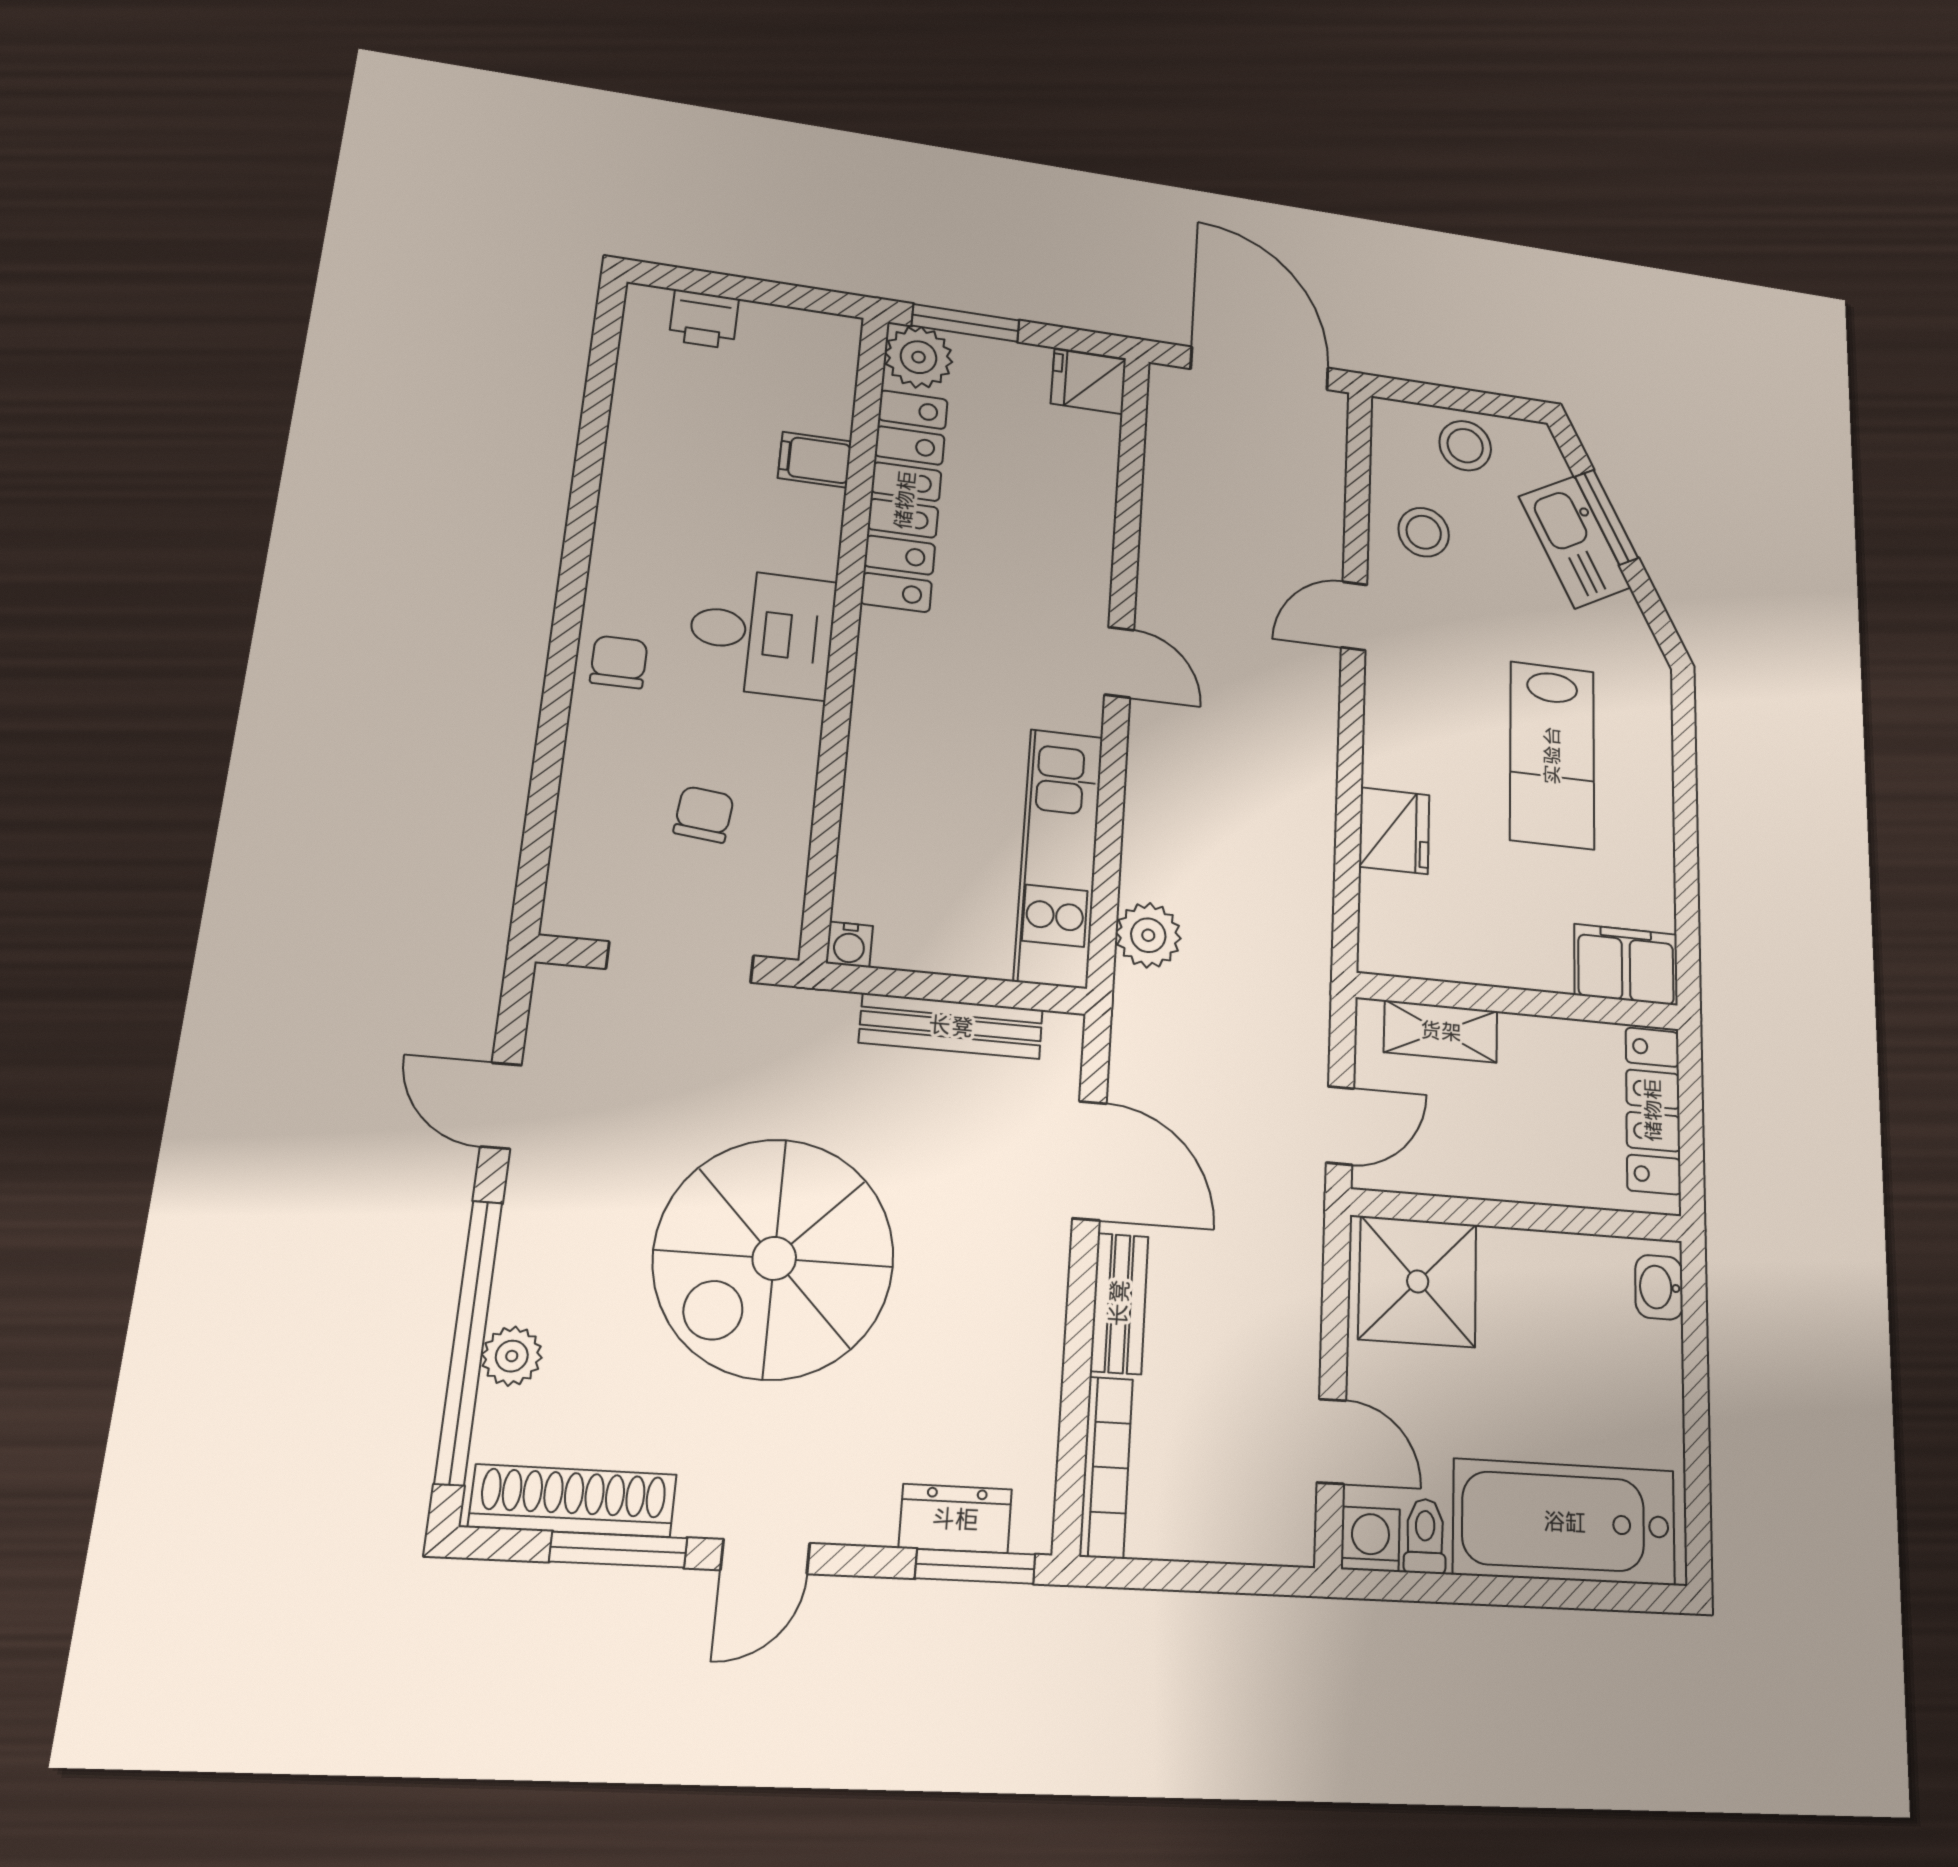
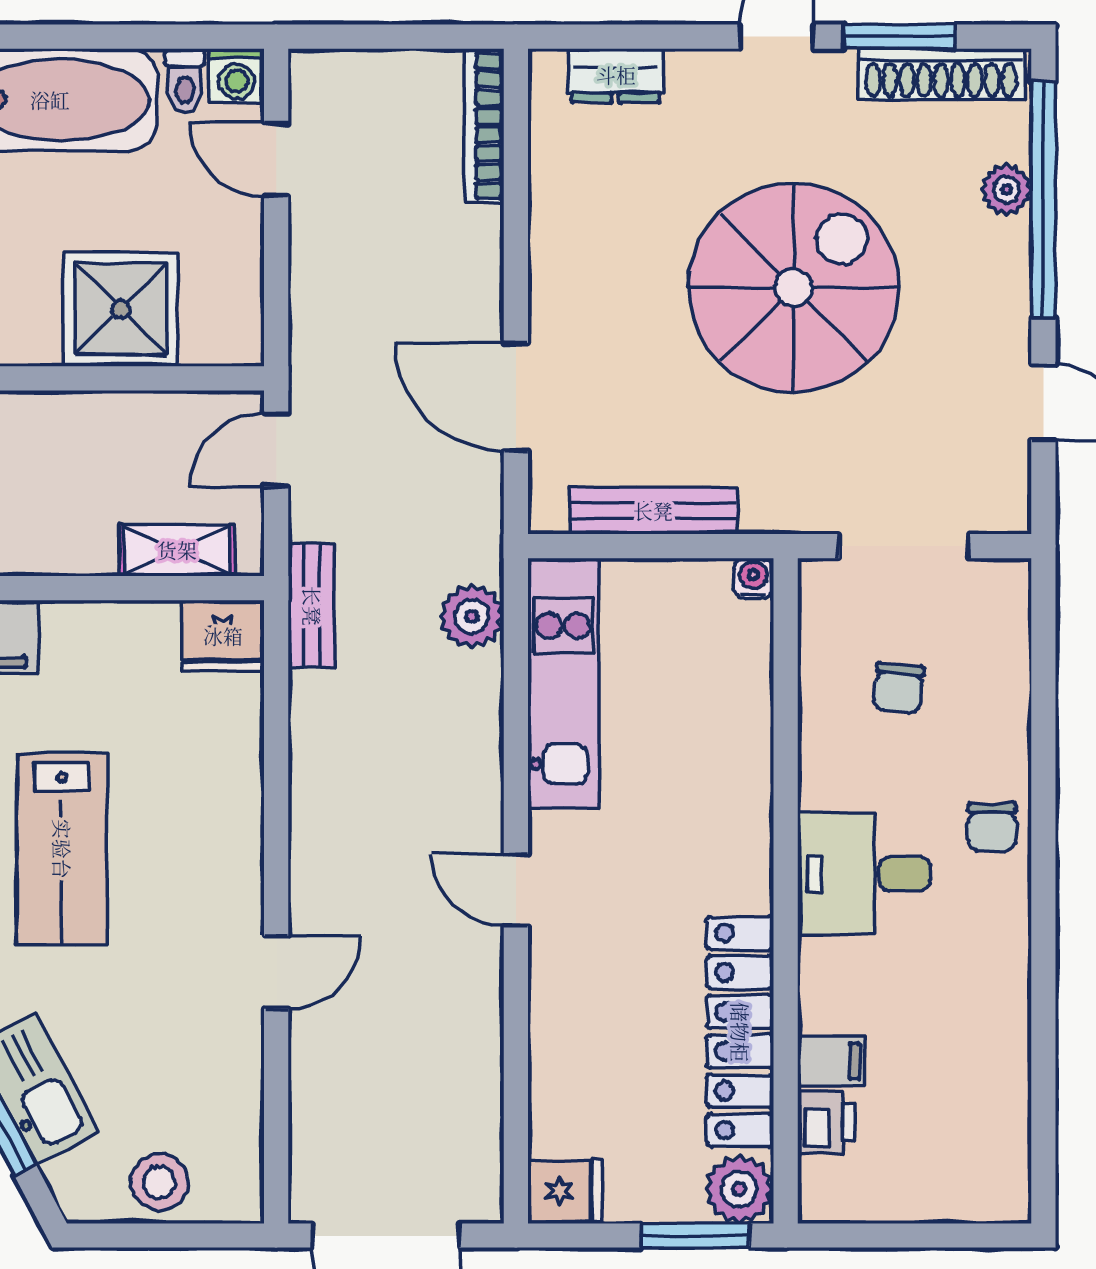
printer: (704, 319) -> (826, 1122), moved, turned 90
stool: (1424, 532) -> (203, 1076), removed
lab bench: (1552, 755) -> (62, 849), turned 180
fridge: (1394, 831) -> (223, 636), moved, turned -90
shower: (1418, 1281) -> (121, 309), moved
bench: (1119, 1303) -> (312, 606), moved
window: (975, 1566) -> (595, 37), removed

